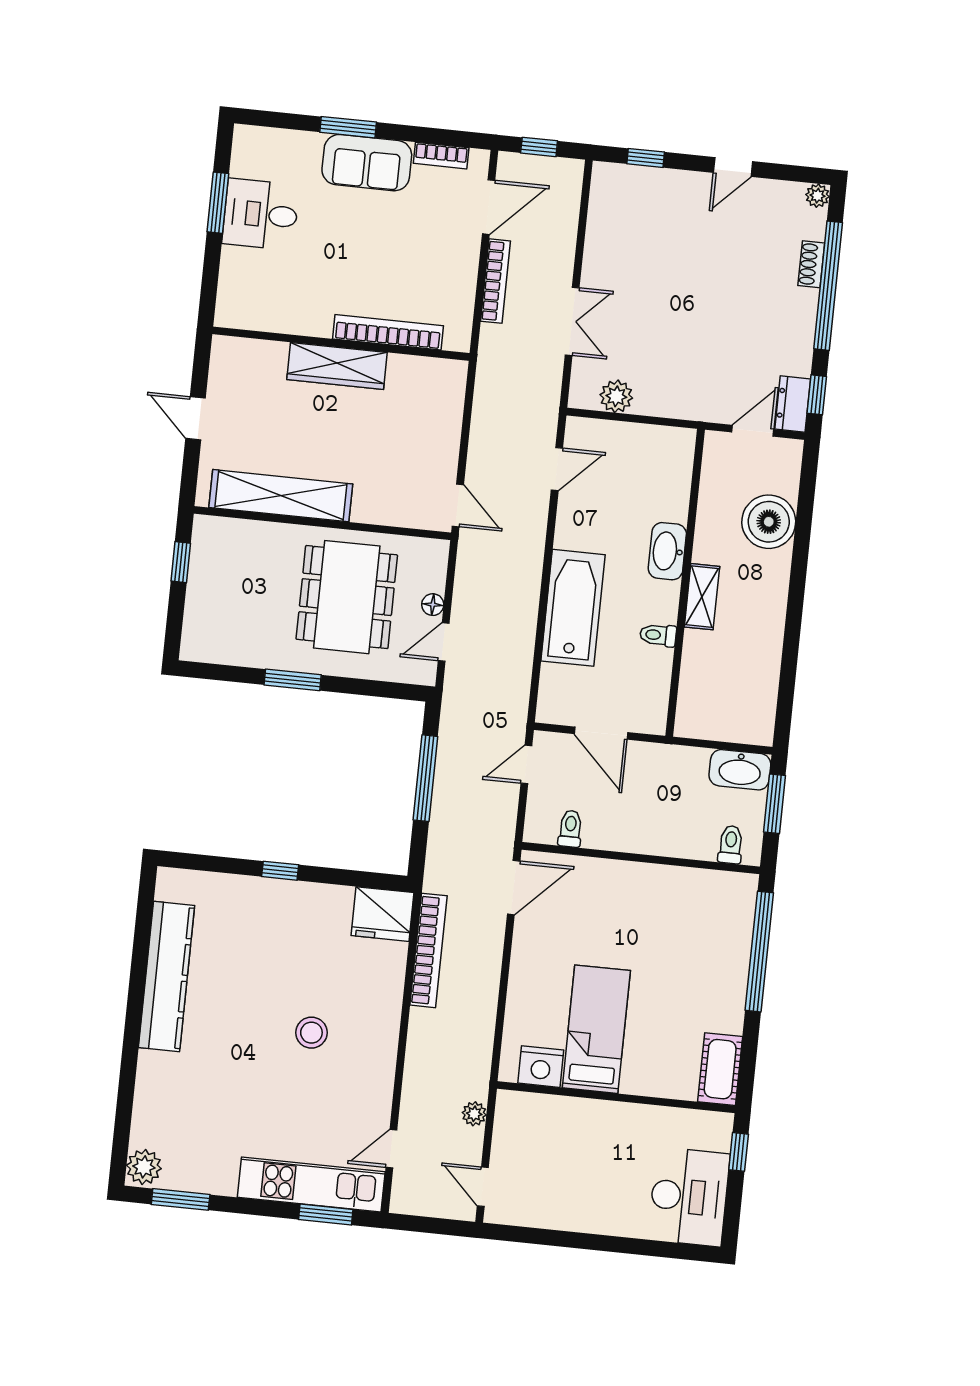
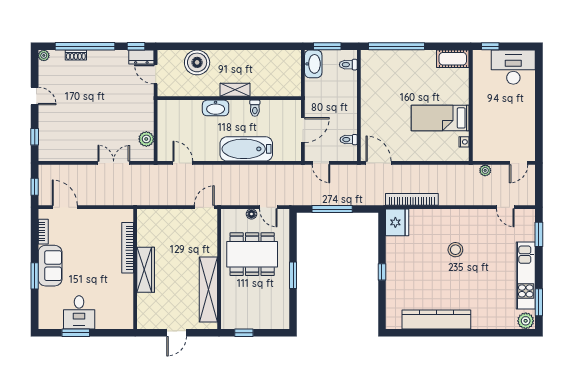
bookcase: (495, 281) -> (99, 200), removed
nightstand: (541, 1067) -> (464, 142), width x0.53, depth x0.56
kitchen unit: (311, 1185) -> (526, 275), moved

